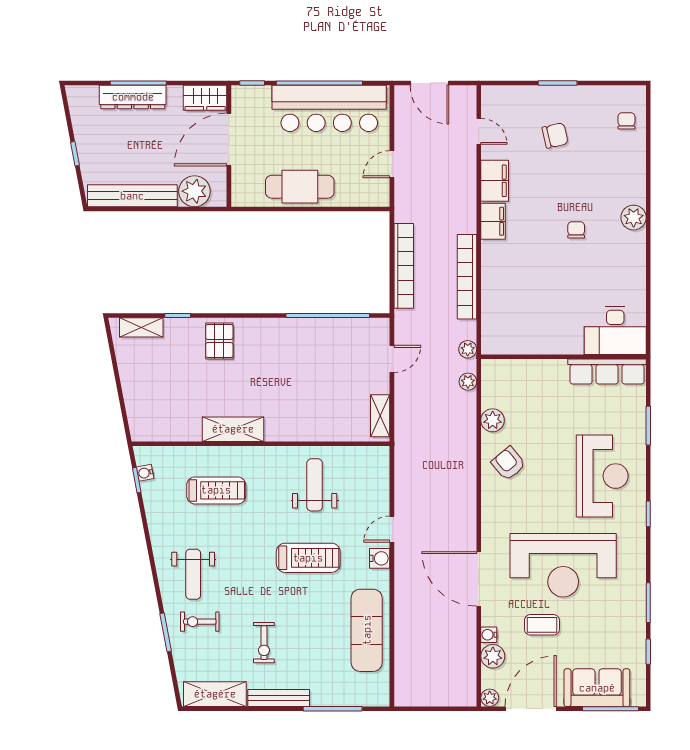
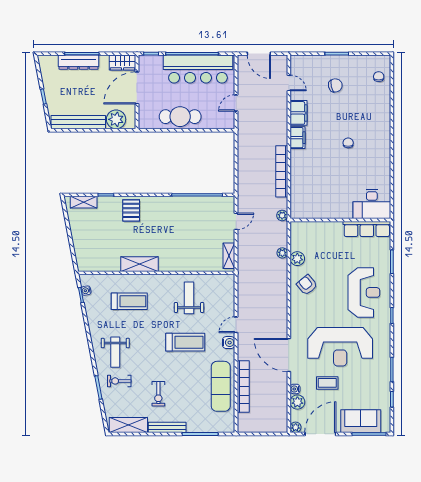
plant: (634, 218) -> (383, 135), removed
bookcase: (404, 266) -> (243, 386), moved
plant: (468, 382) -> (282, 253), moved

